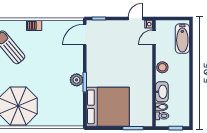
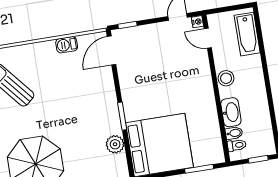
barbecue: (34, 25) -> (67, 45), moved
door: (154, 37) -> (208, 38), hinge flipped
plant: (77, 80) -> (115, 144), moved

